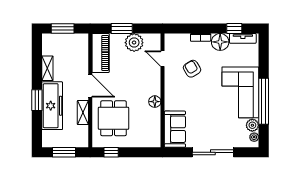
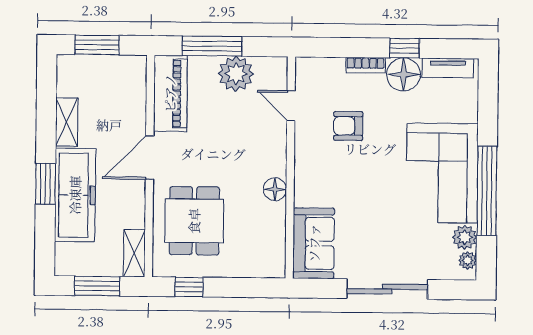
window: (122, 28) -> (212, 46), width x1.44
window: (234, 28) -> (404, 48), moved
armchair: (192, 69) -> (348, 126), turned -59
door: (90, 86) -> (150, 158), swing flipped
shelving: (83, 113) -> (134, 253), moved

